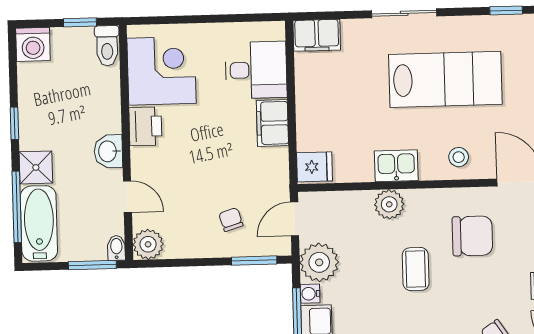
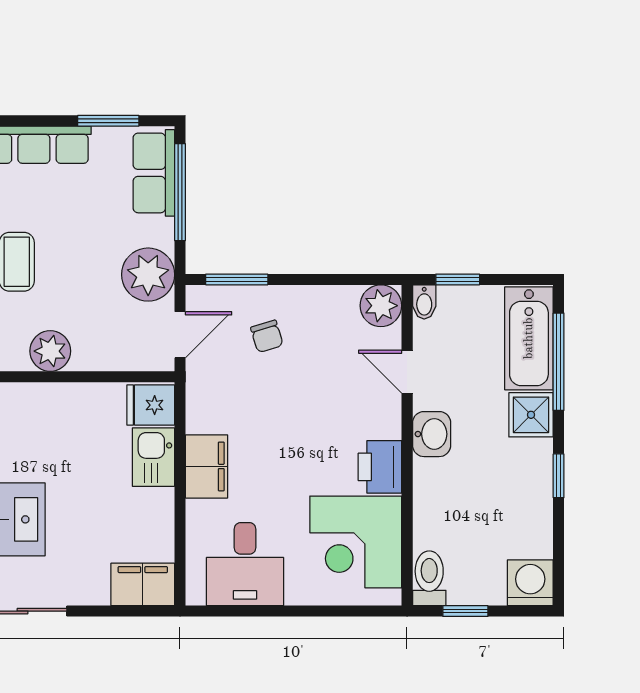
desk: (256, 70) -> (245, 564), moved, turned -90
kitchen sink: (396, 166) -> (153, 457), moved, turned 90
window: (92, 265) -> (458, 279), width x0.67
water cooler: (310, 294) -> (162, 232), removed

